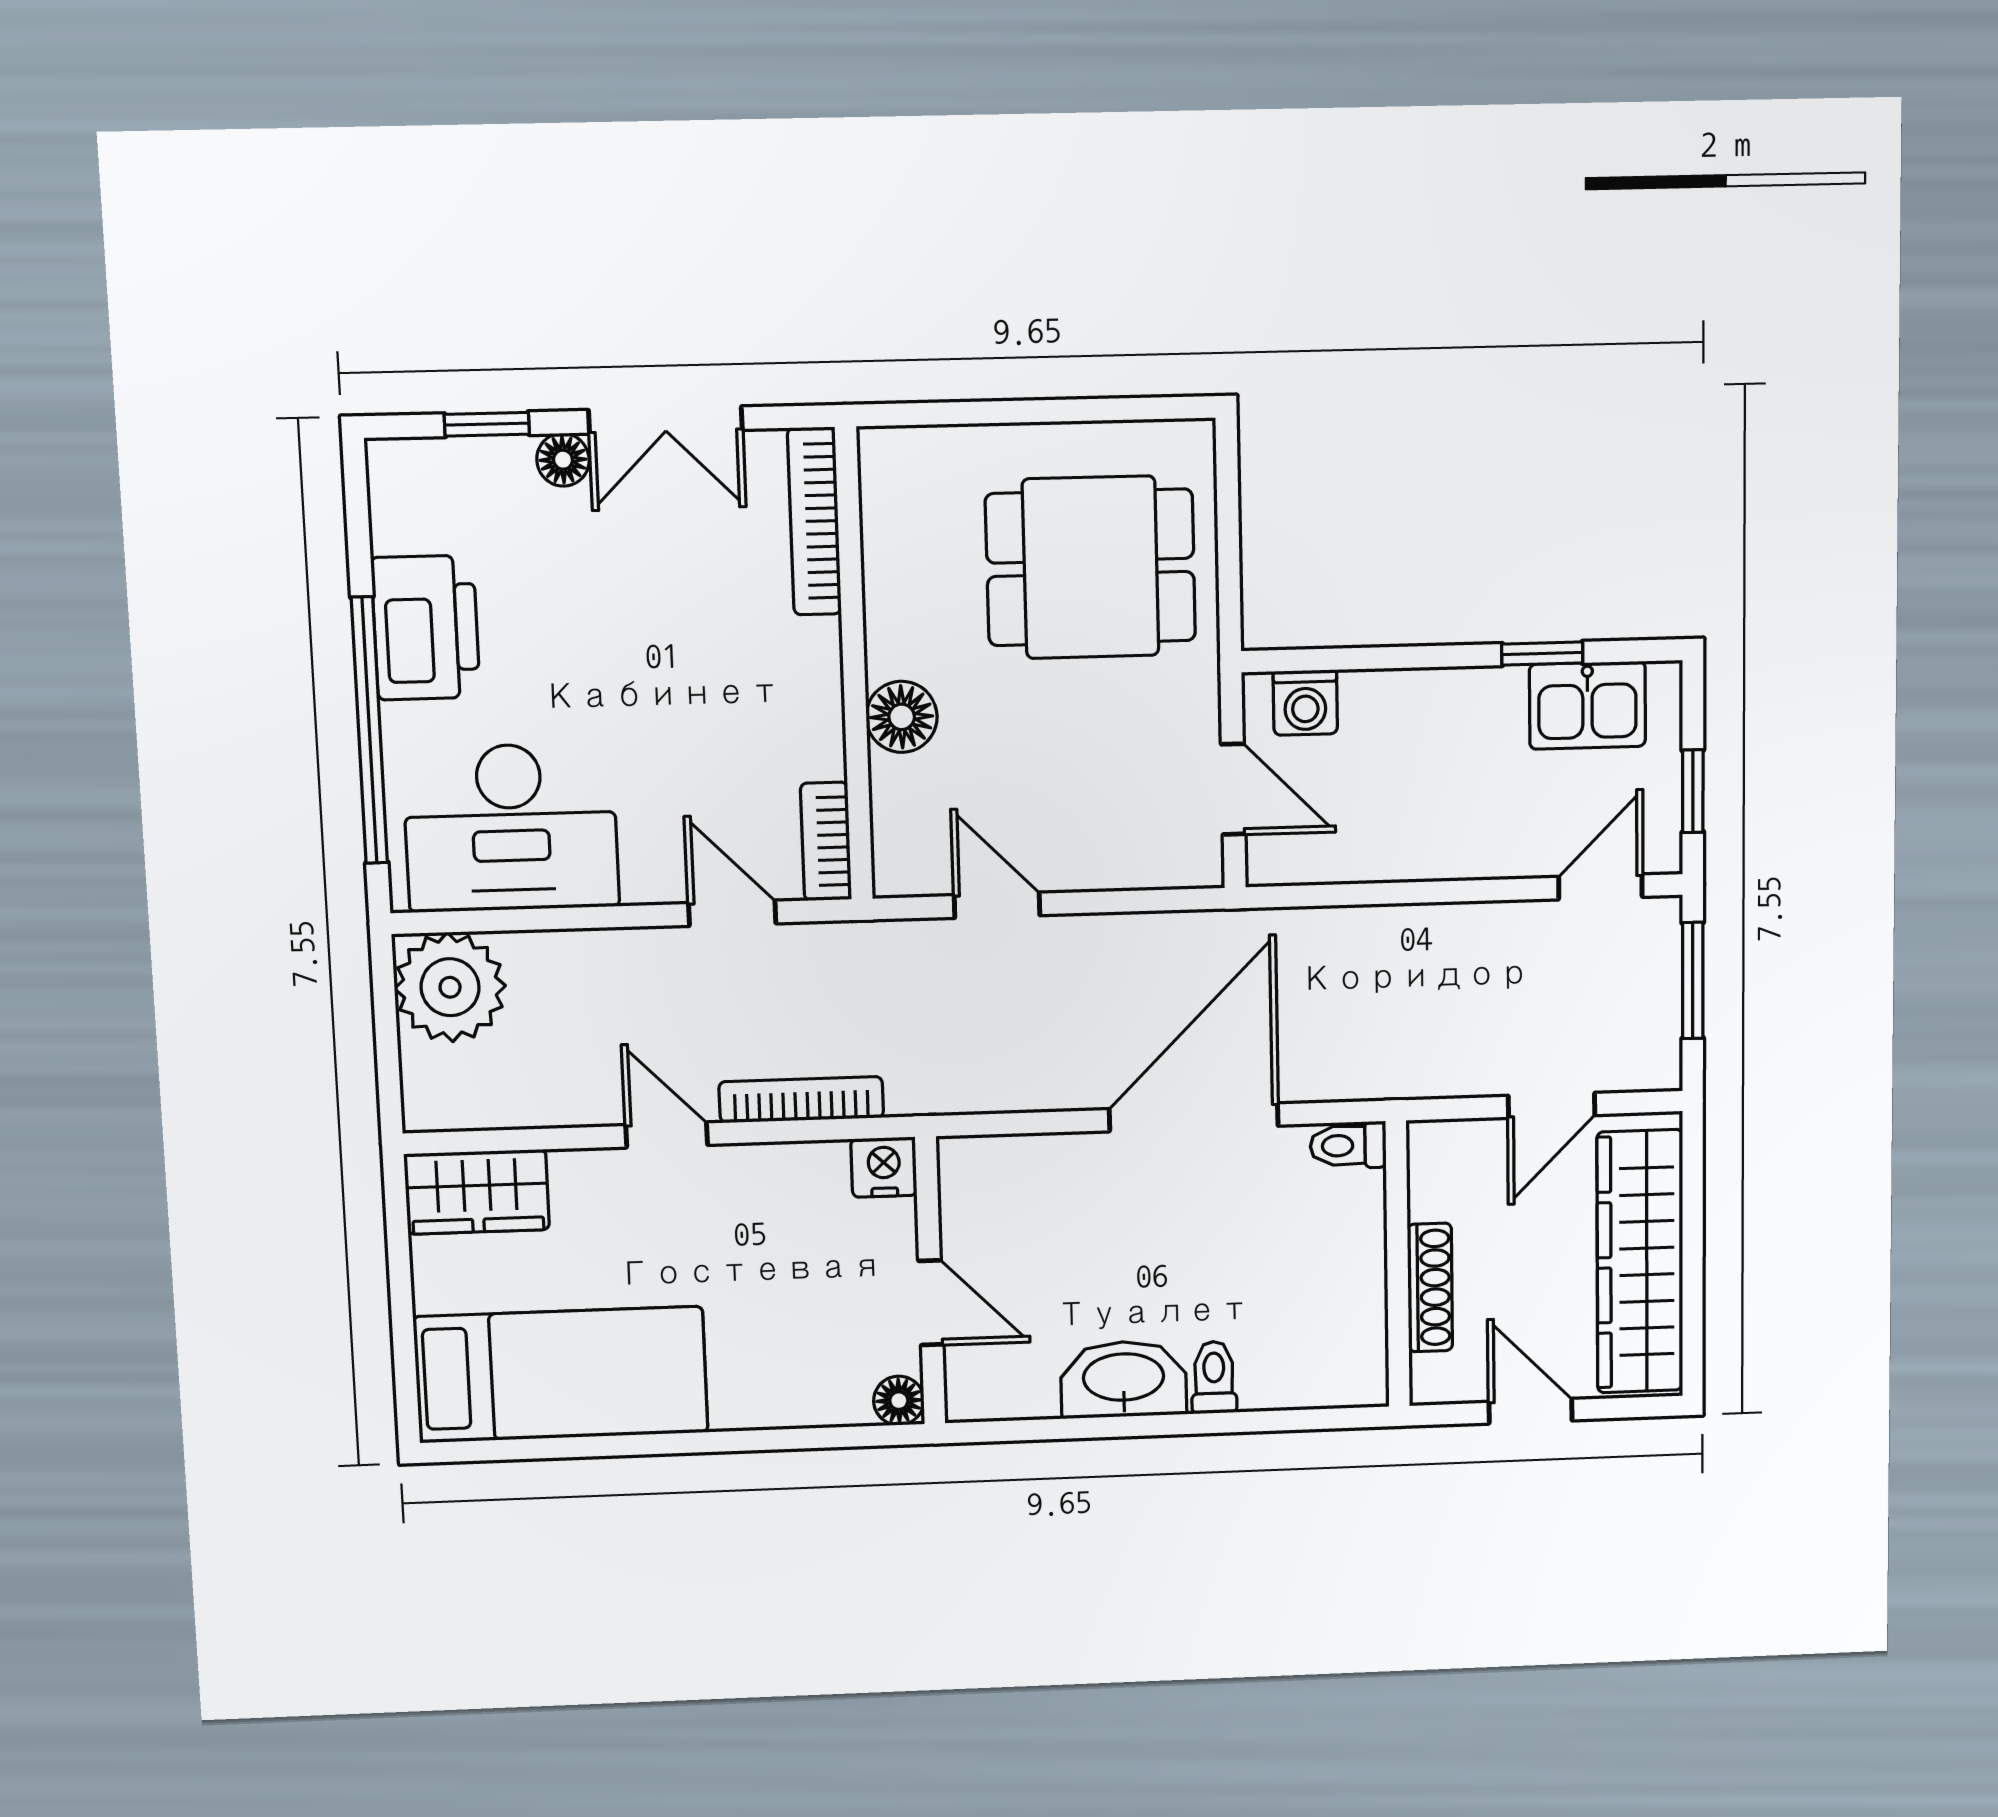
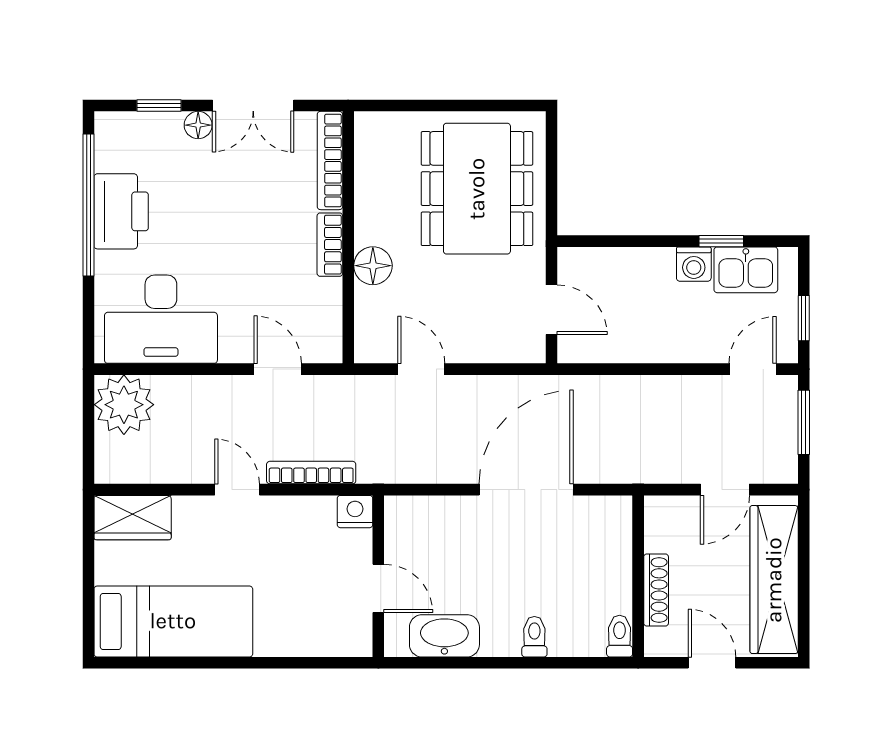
dining table: (1091, 567) -> (477, 189), width x1.38
washing machine: (1305, 703) -> (694, 264), moved
window: (369, 731) -> (88, 205), moved
bookcase: (826, 841) -> (330, 245), moved
toilet: (1348, 1145) -> (620, 636), moved, turned 90
washbasin: (1124, 1379) -> (444, 636), moved
floor lamp: (899, 1401) -> (359, 643), removed

